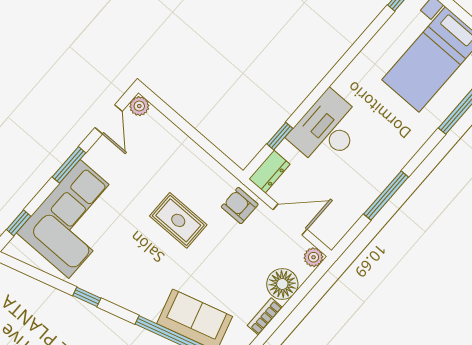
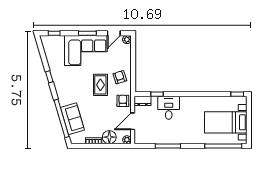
desk: (327, 130) -> (169, 108), width x0.73
armchair: (194, 175) -> (120, 77), added
corner sofa: (74, 219) -> (86, 50), moved
door: (290, 219) -> (133, 121), swing flipped

